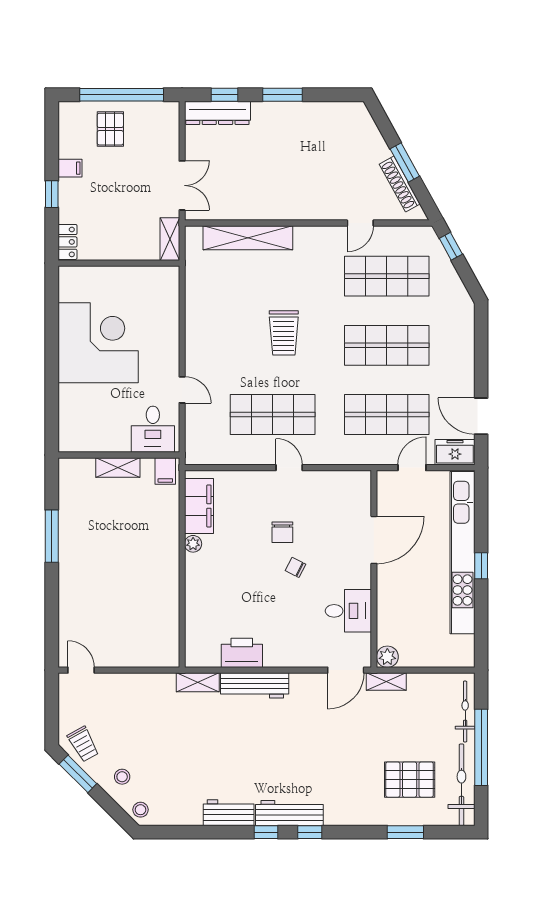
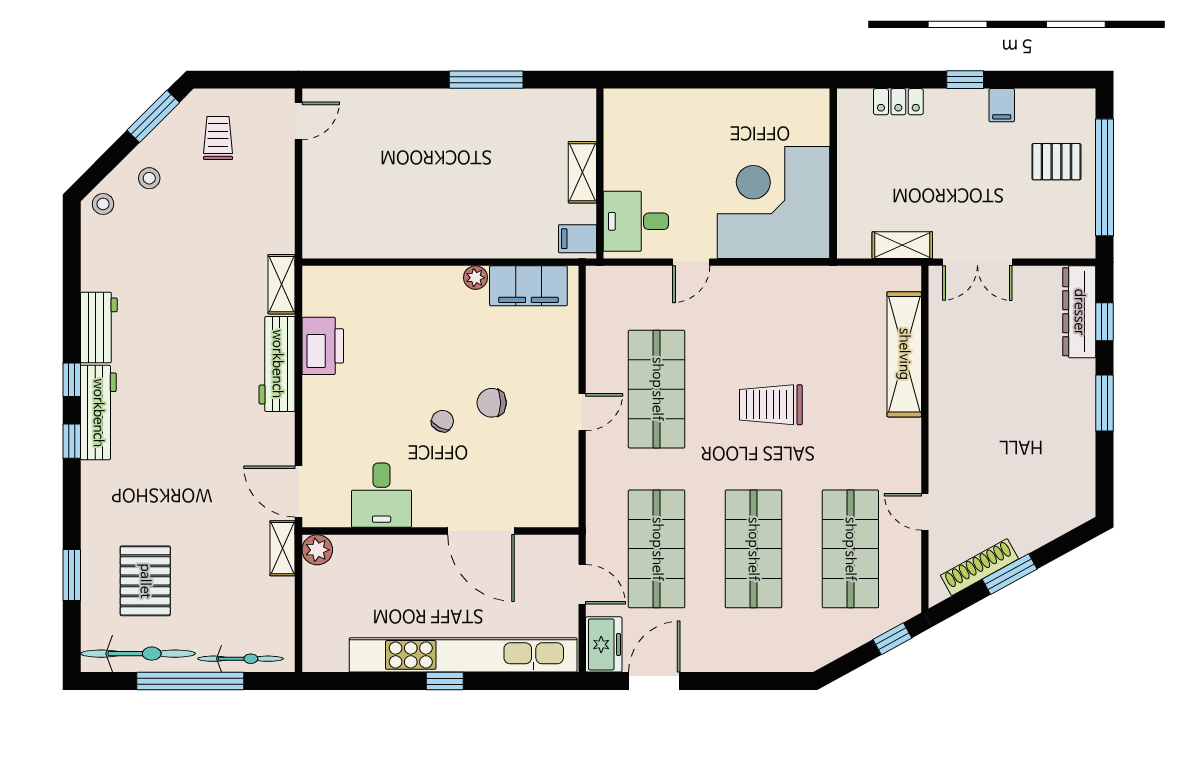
wall: (119, 263) -> (833, 174), moved
corner desk: (98, 343) -> (774, 202), moved, turned 180
trolley: (83, 744) -> (218, 138), moved, turned 119

